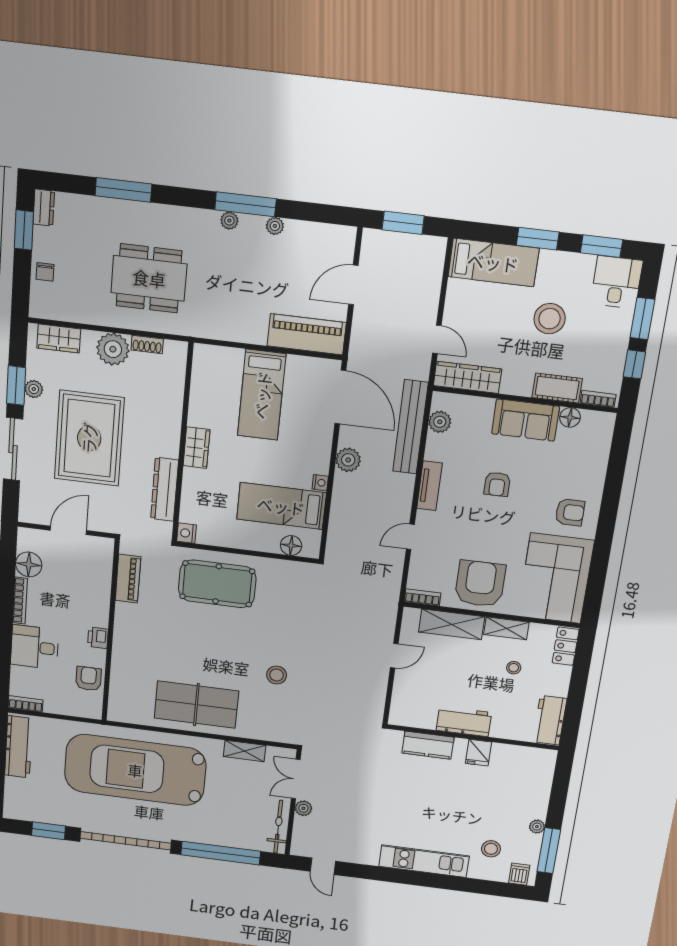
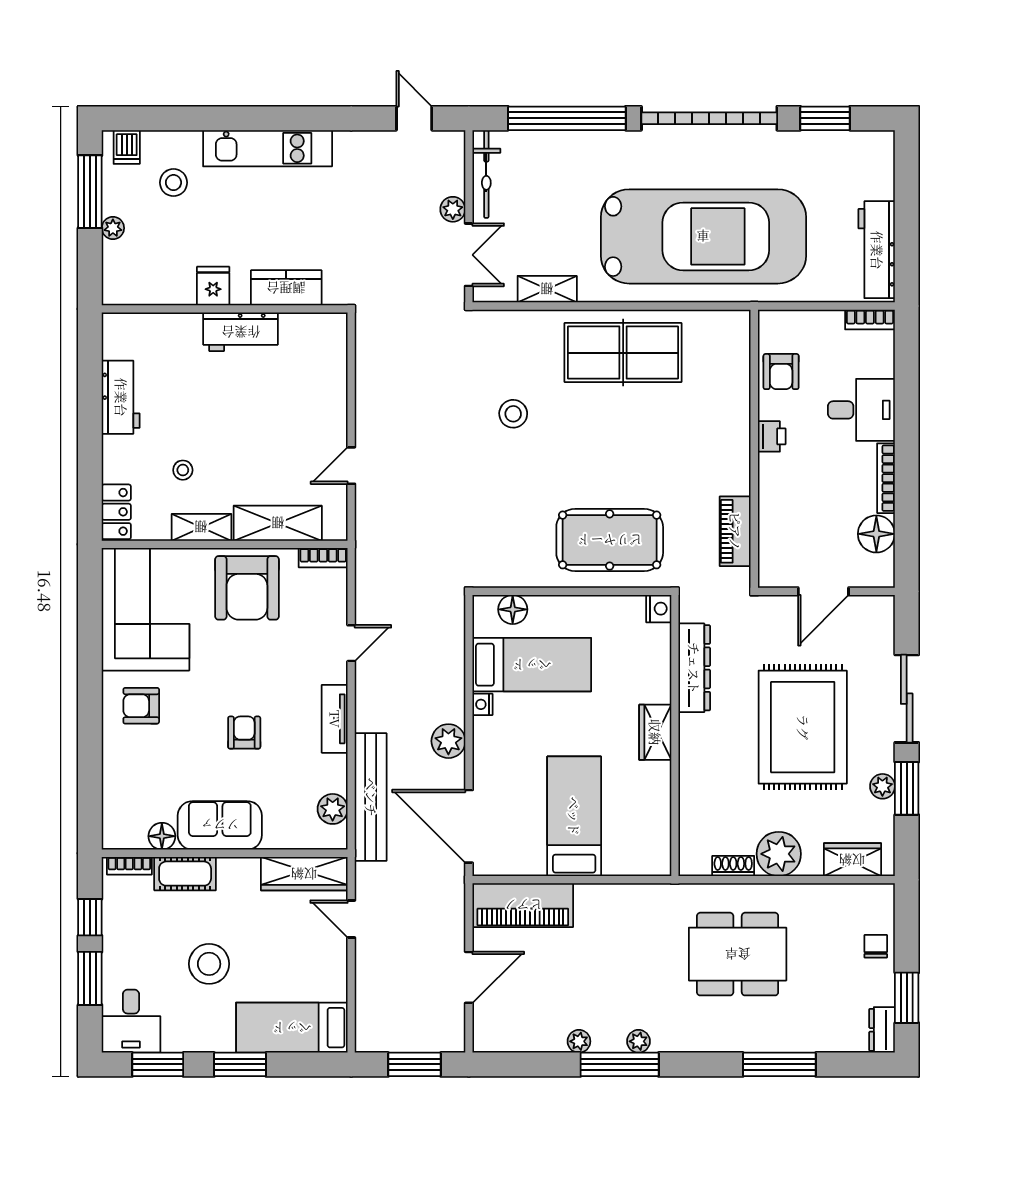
workbench: (464, 721) -> (241, 332), moved
wall: (473, 737) -> (225, 309), moved
kitchen counter: (428, 745) -> (286, 288), moved
fridge: (478, 753) -> (213, 286), moved

